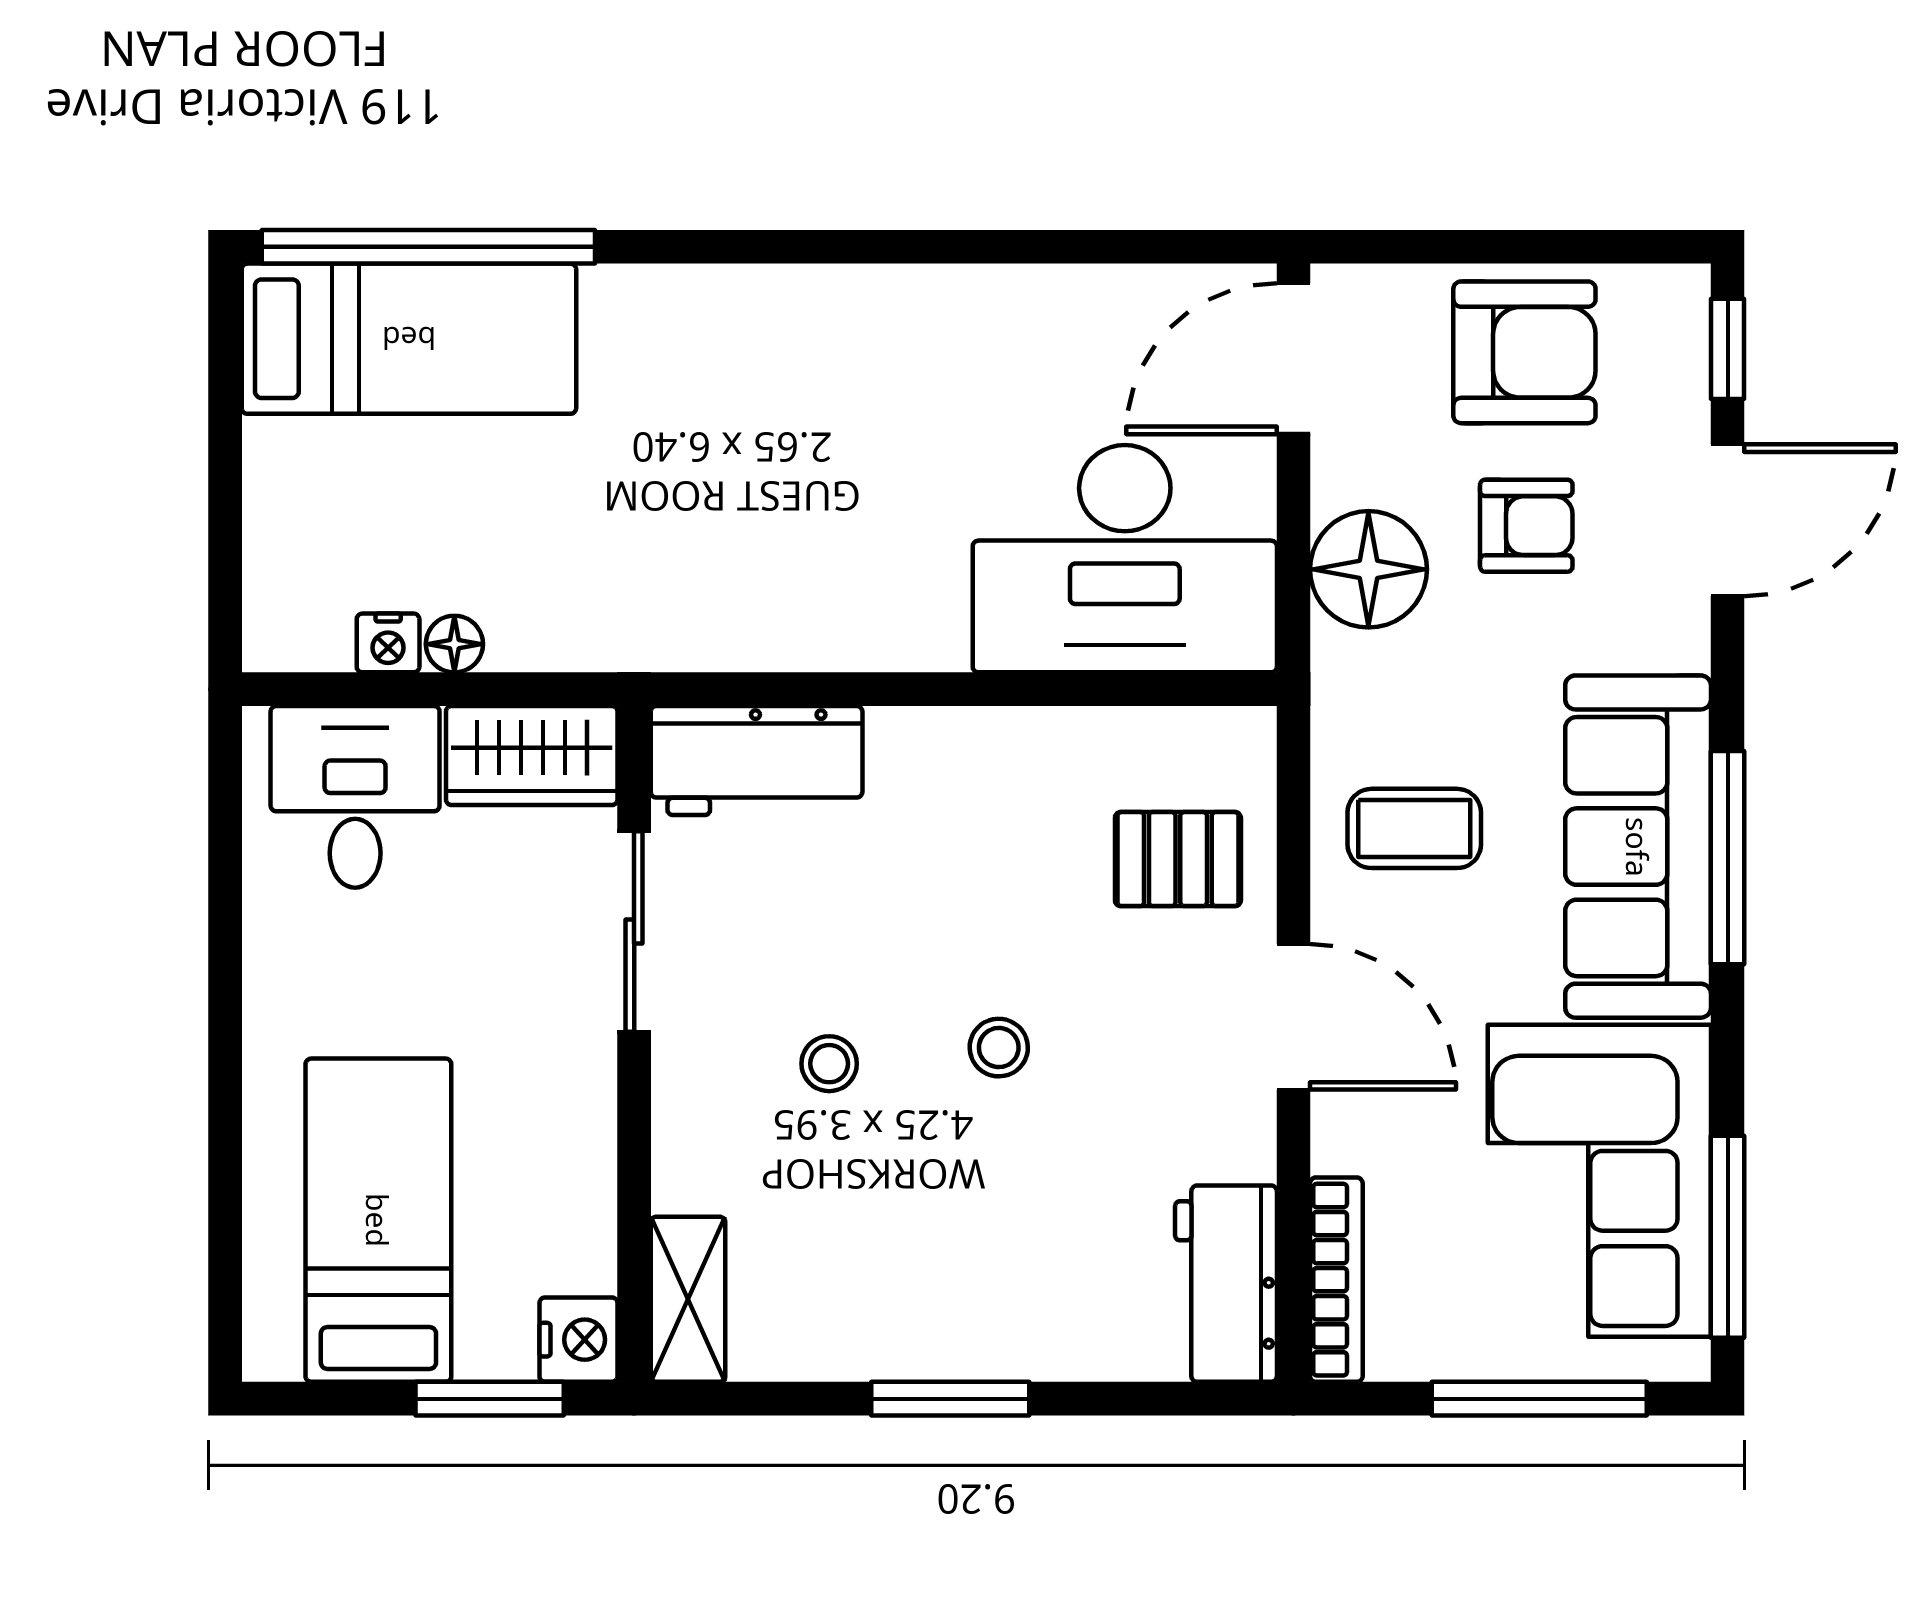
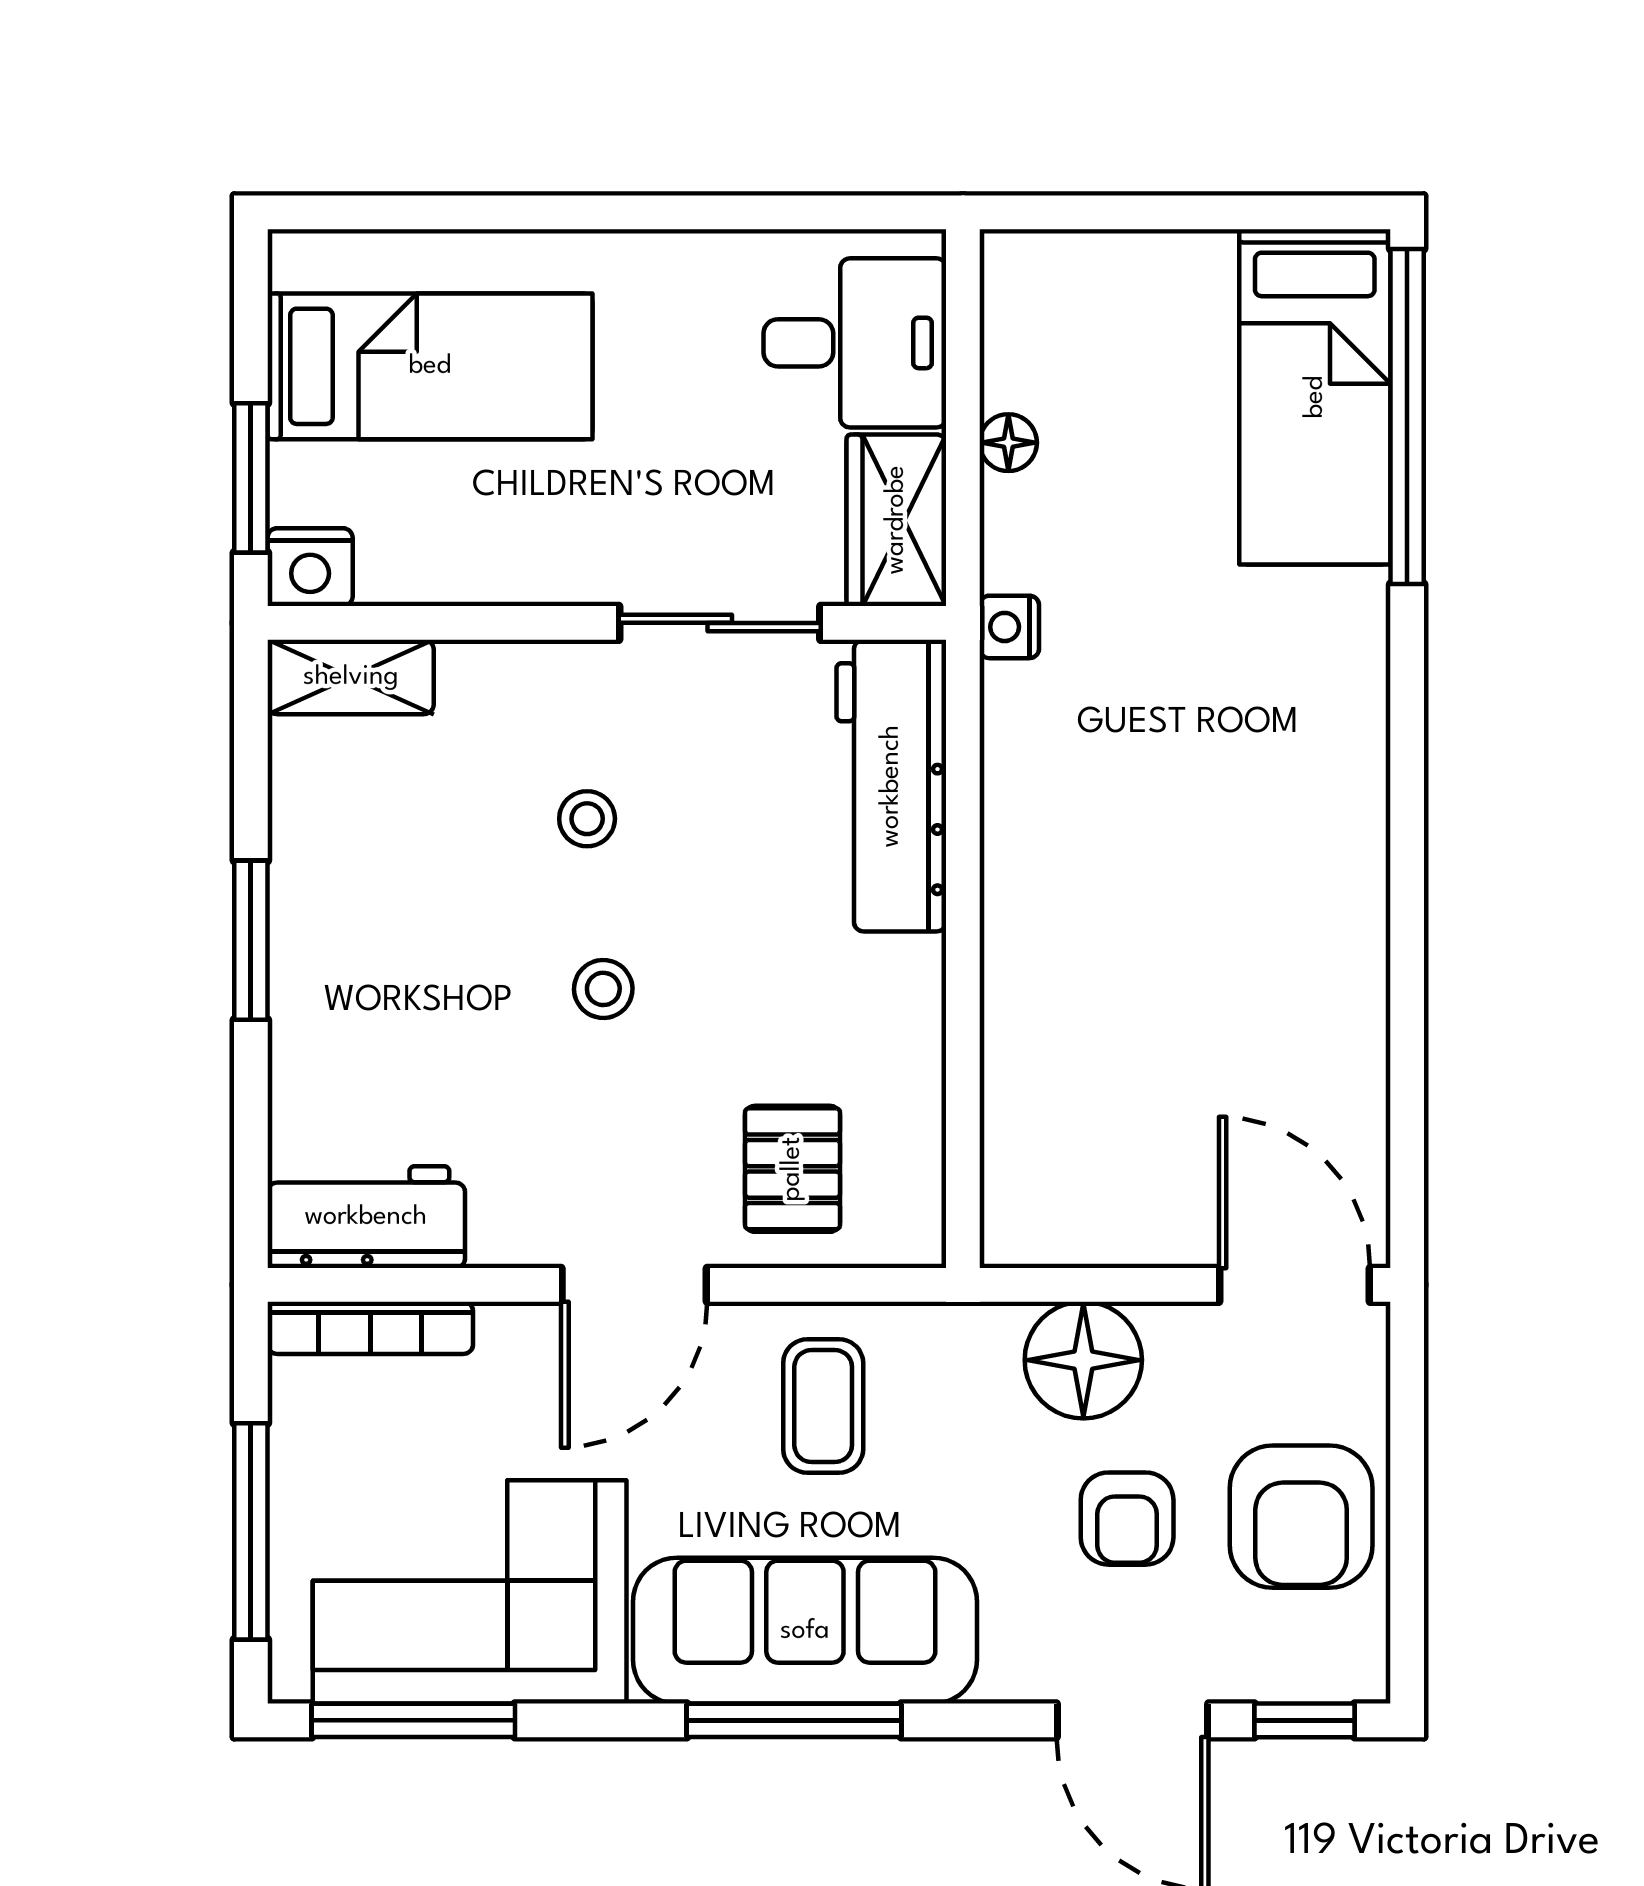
desk: (1125, 559) -> (1094, 1116), removed
nightstand: (388, 643) -> (1009, 627), moved
workbench: (757, 761) -> (891, 786), width x1.38

